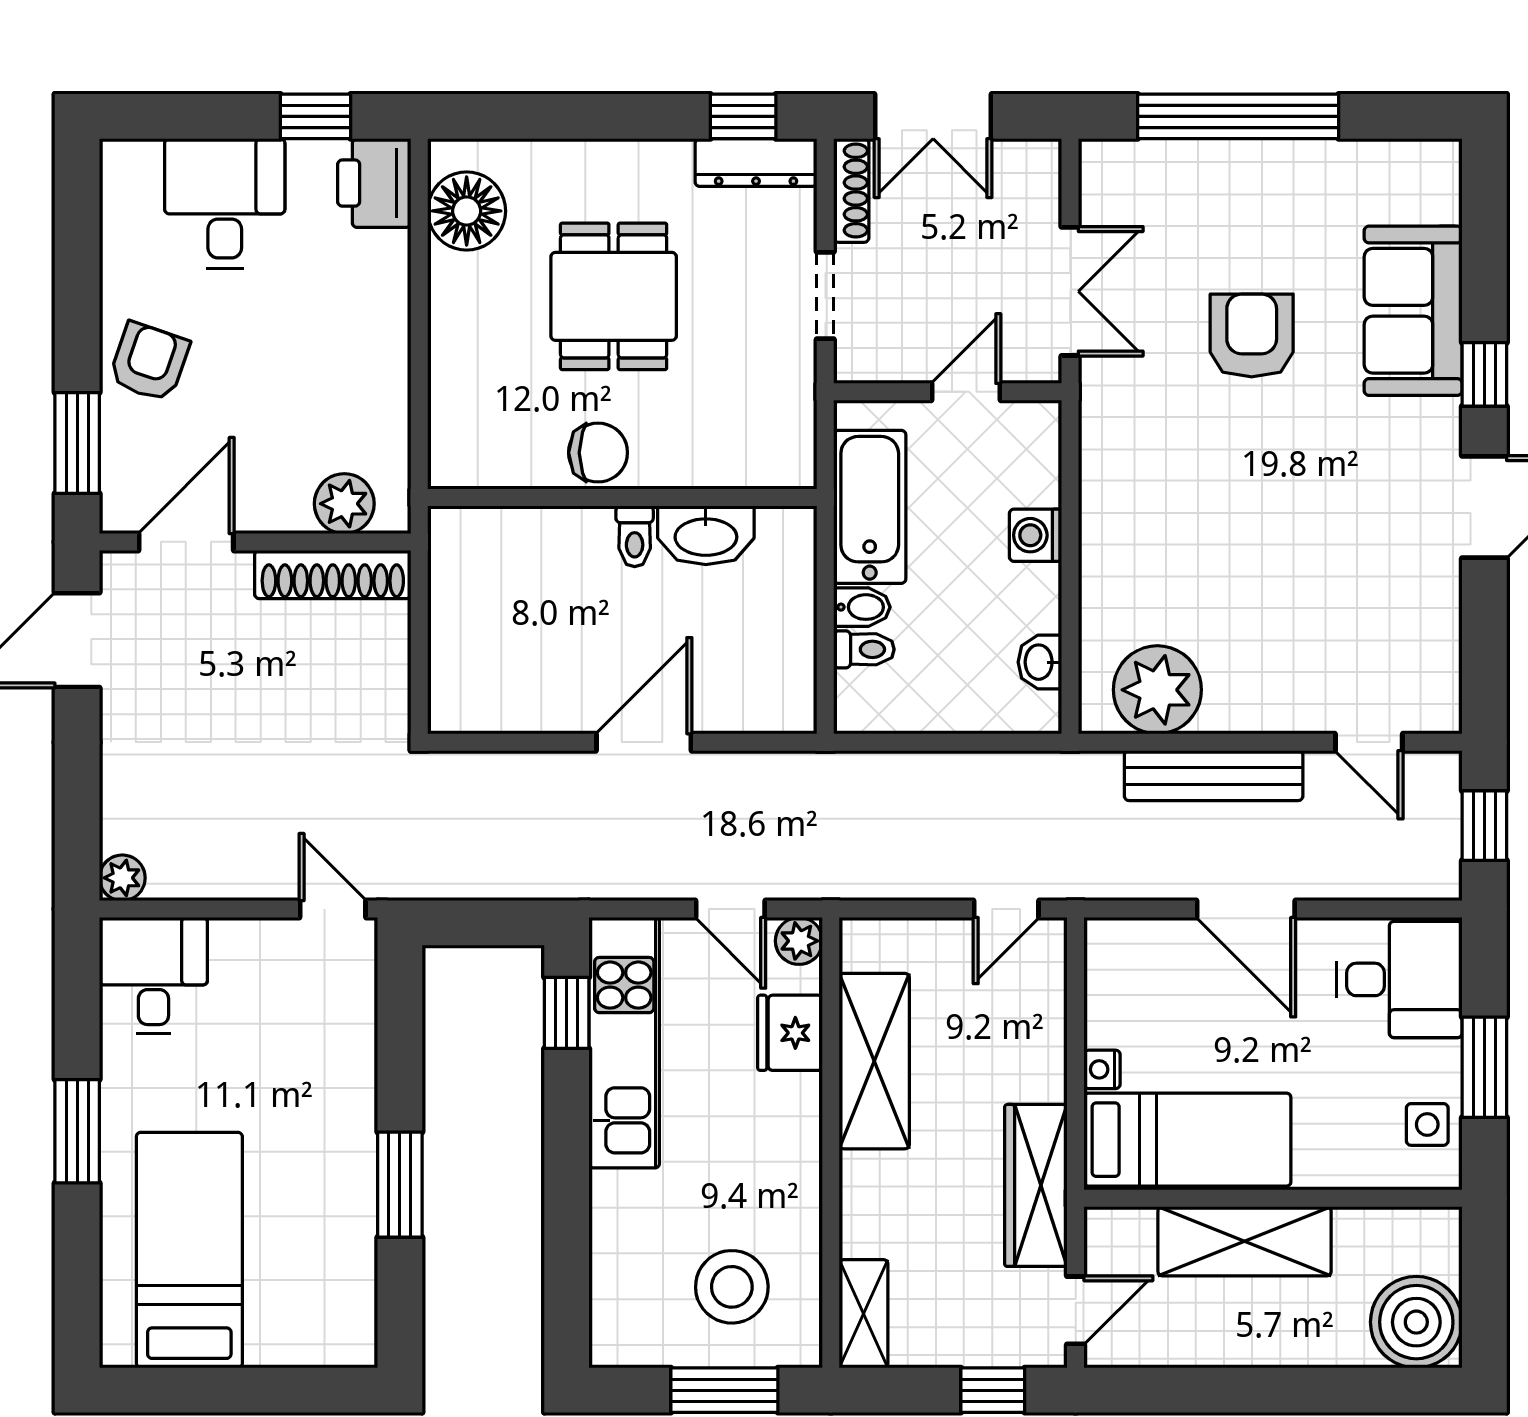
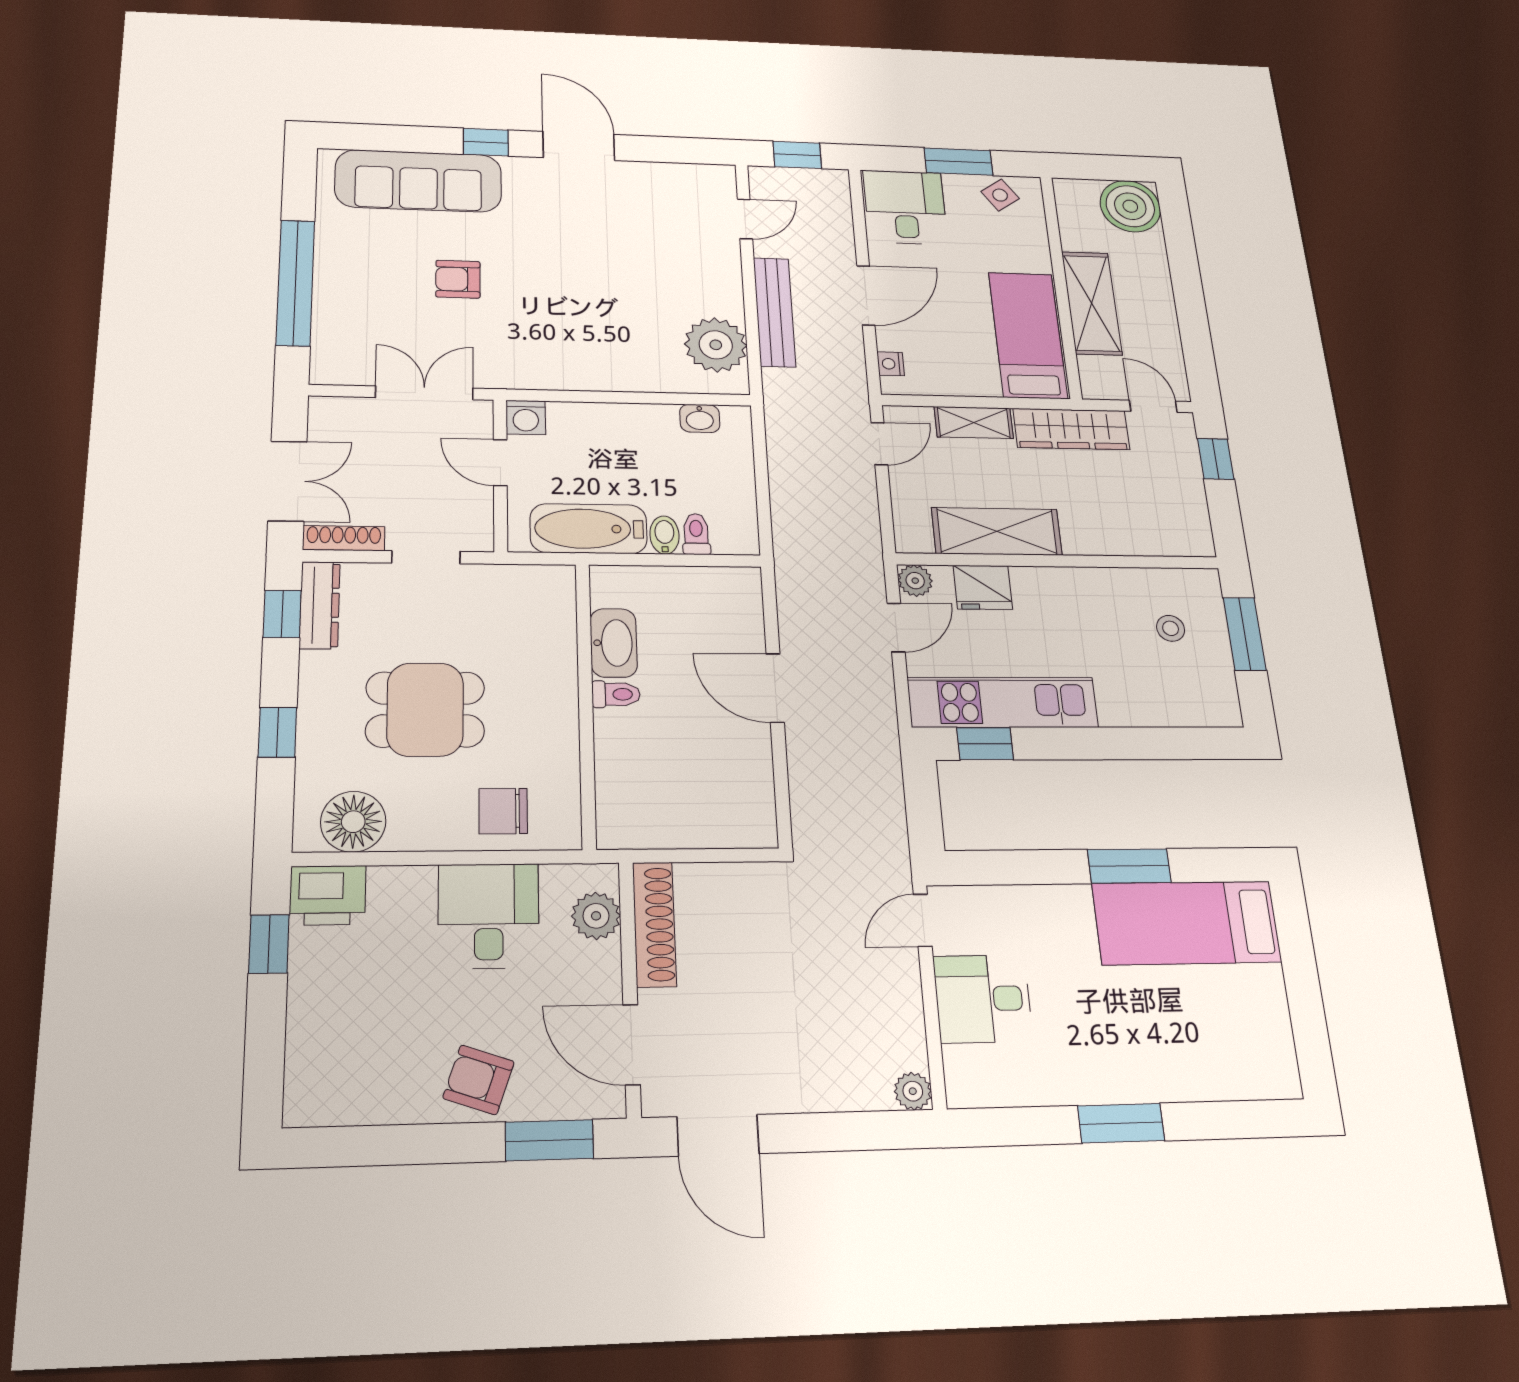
window: (583, 116) -> (277, 732), added
desk: (225, 203) -> (489, 916), moved, turned 90
sofa: (1413, 311) -> (418, 181), width x1.36
armchair: (1252, 336) -> (458, 279), width x0.72, depth x0.72
chair: (598, 453) -> (503, 811), moved, turned -90
washing machine: (1036, 535) -> (526, 417), moved
door: (1006, 909) -> (879, 444), hinge flipped
desk: (153, 976) -> (983, 999), moved
nightstand: (1102, 1069) -> (891, 364), moved, turned 90
side table: (1427, 1124) -> (1000, 195), turned -35
bed: (189, 1250) -> (1187, 923), moved
stool: (732, 1287) -> (1171, 628), width x0.53, depth x0.53
shelving: (864, 1314) -> (974, 423), moved

